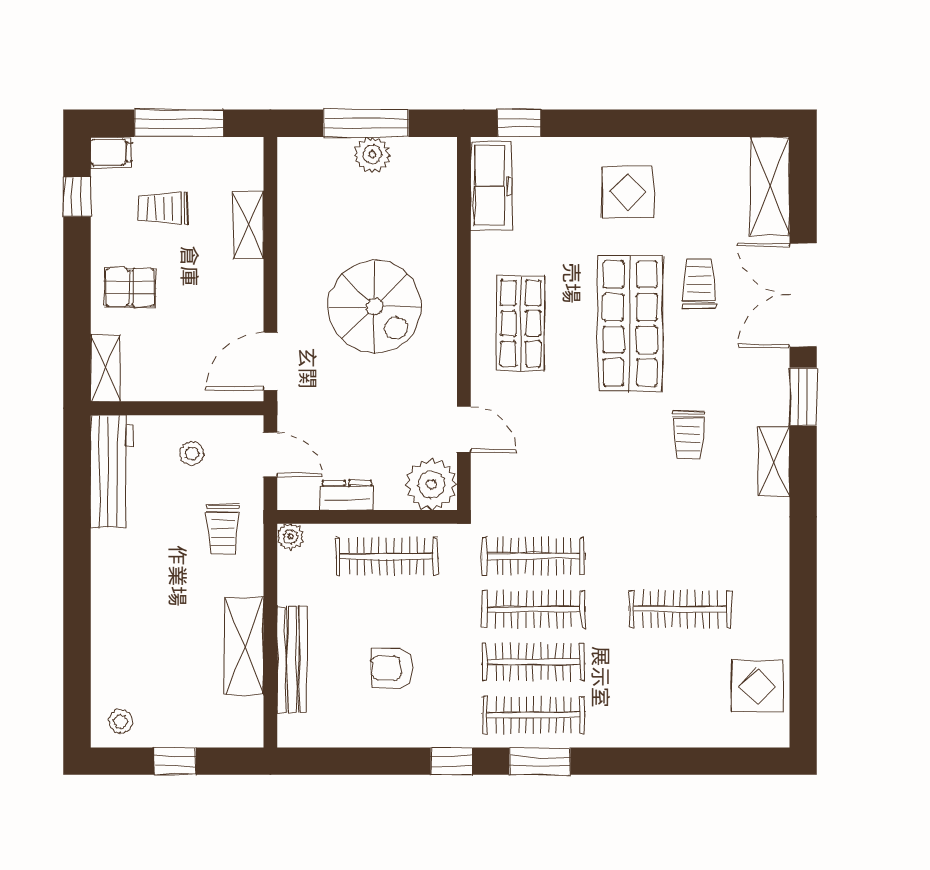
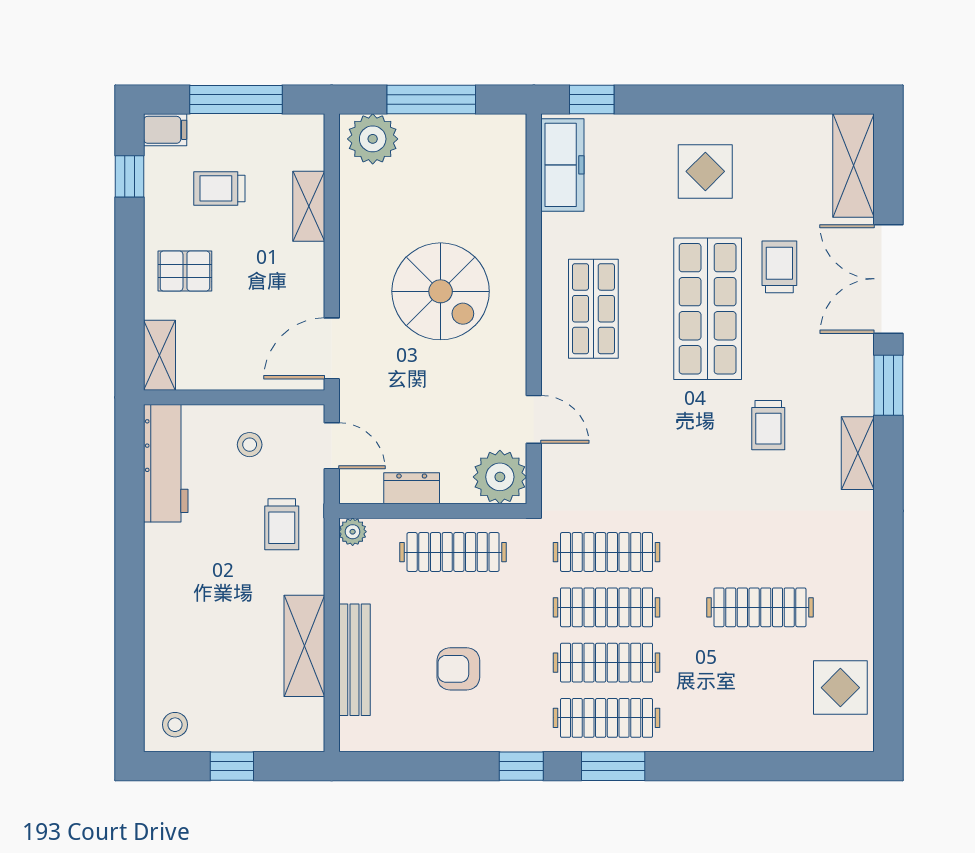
plant: (372, 154) -> (373, 139), moved, width x1.36, depth x1.36

